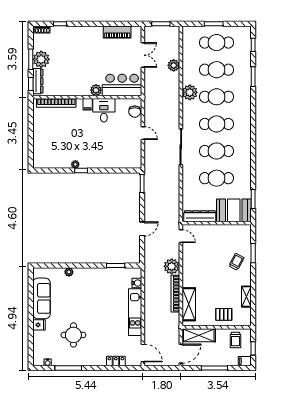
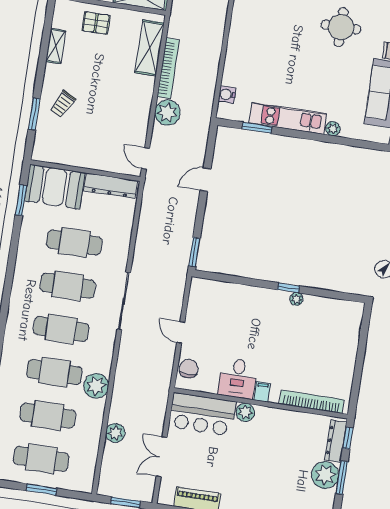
kitchen unit: (135, 312) -> (288, 118), moved, turned -90

